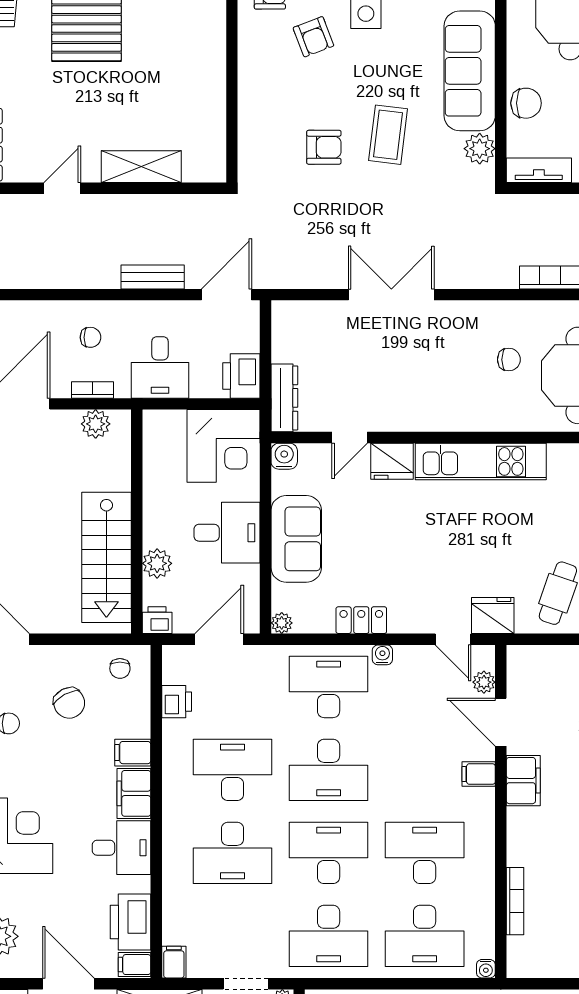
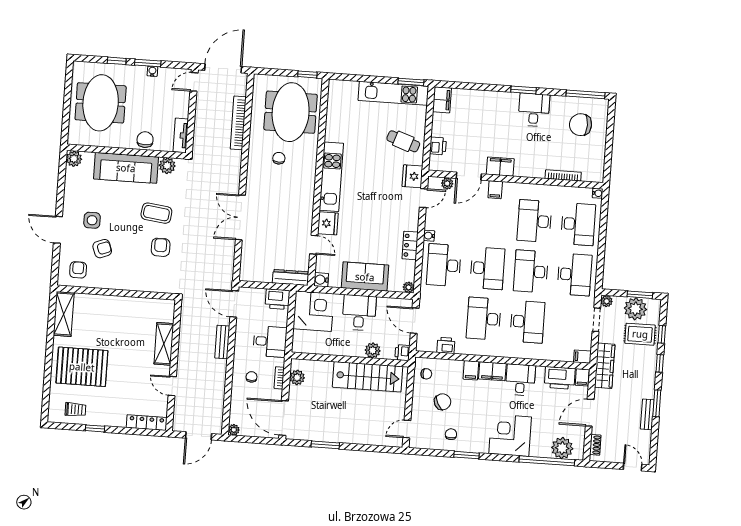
printer: (554, 660) -> (438, 146), added

